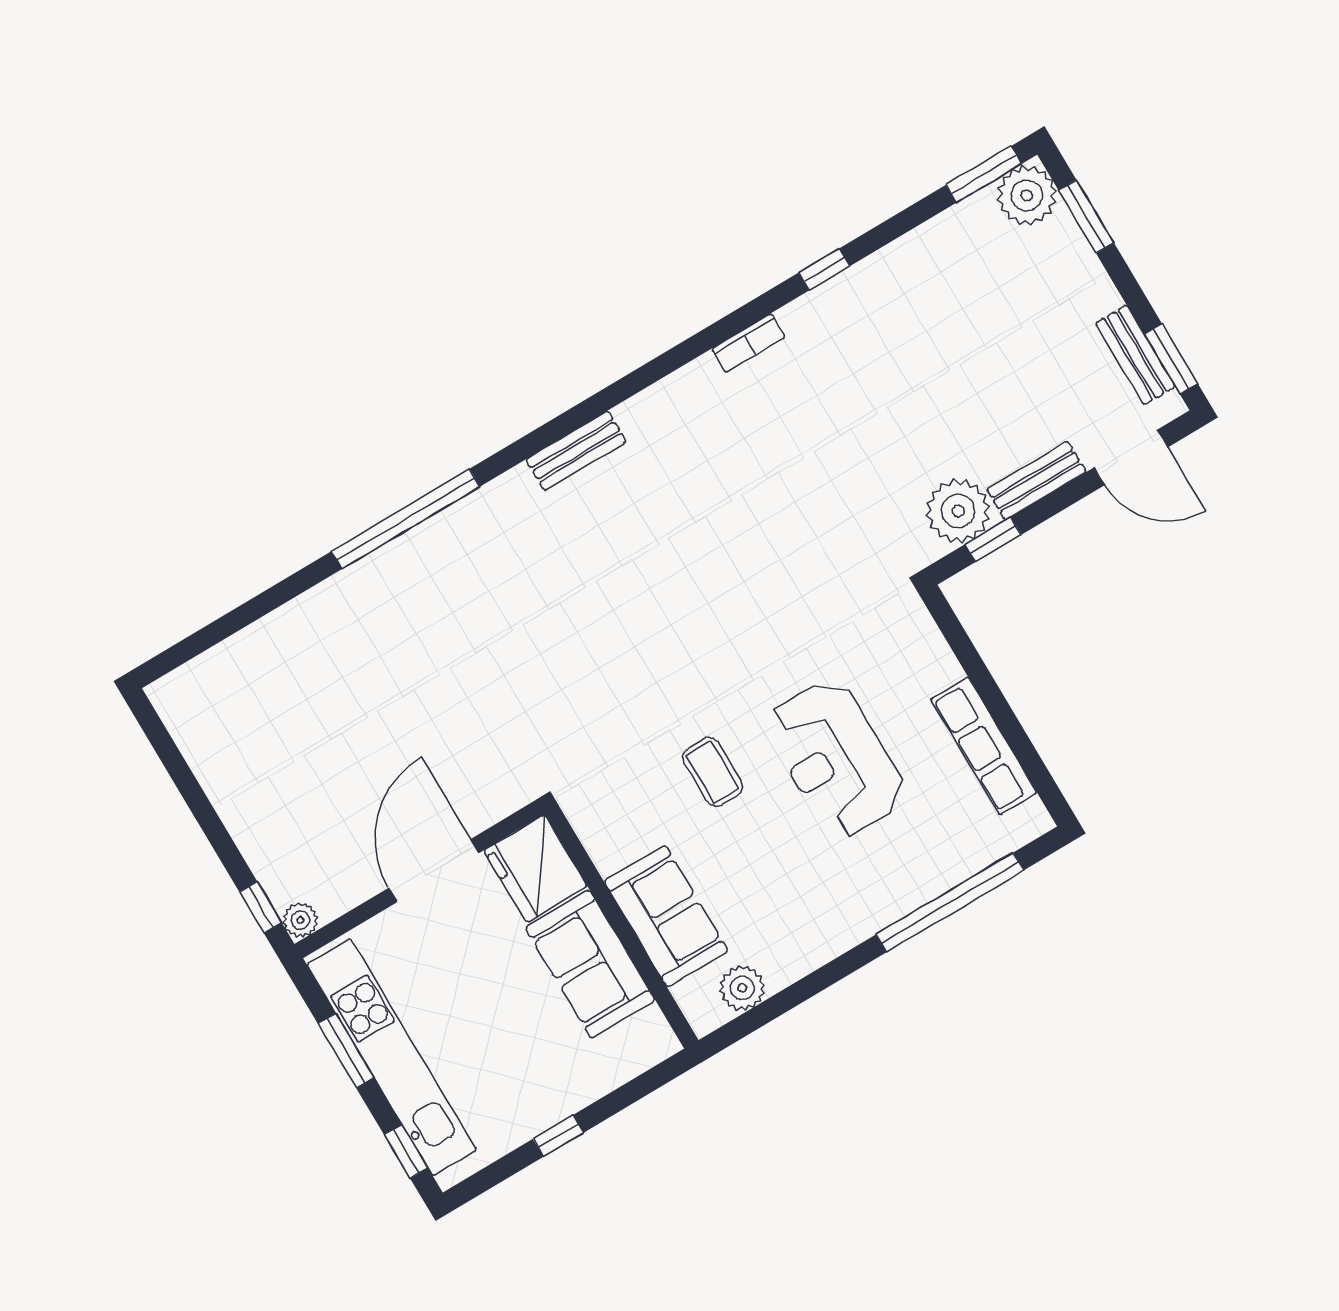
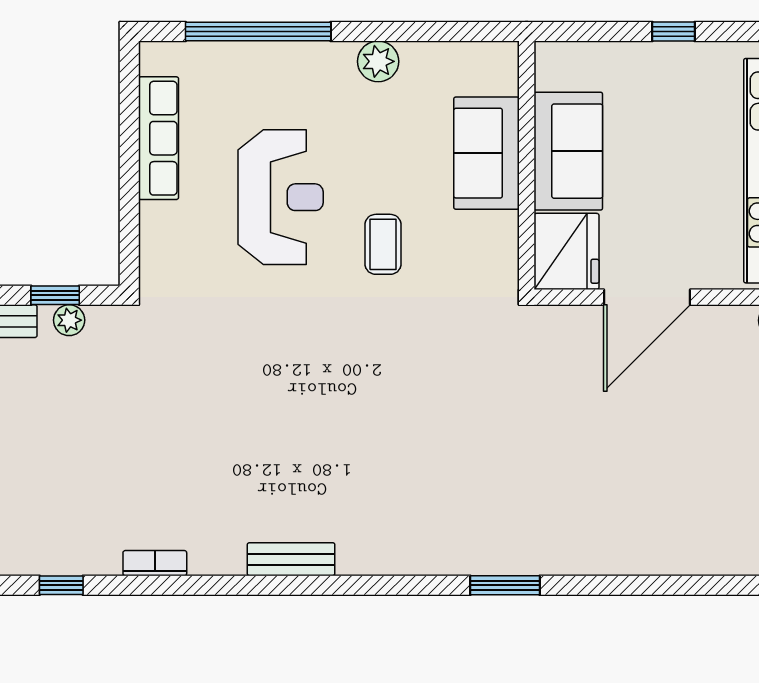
bench: (576, 451) -> (291, 559), moved
plant: (958, 511) -> (69, 320), width x0.53, depth x0.53
window: (406, 519) -> (505, 585), width x0.47
plant: (742, 988) -> (378, 61), moved

